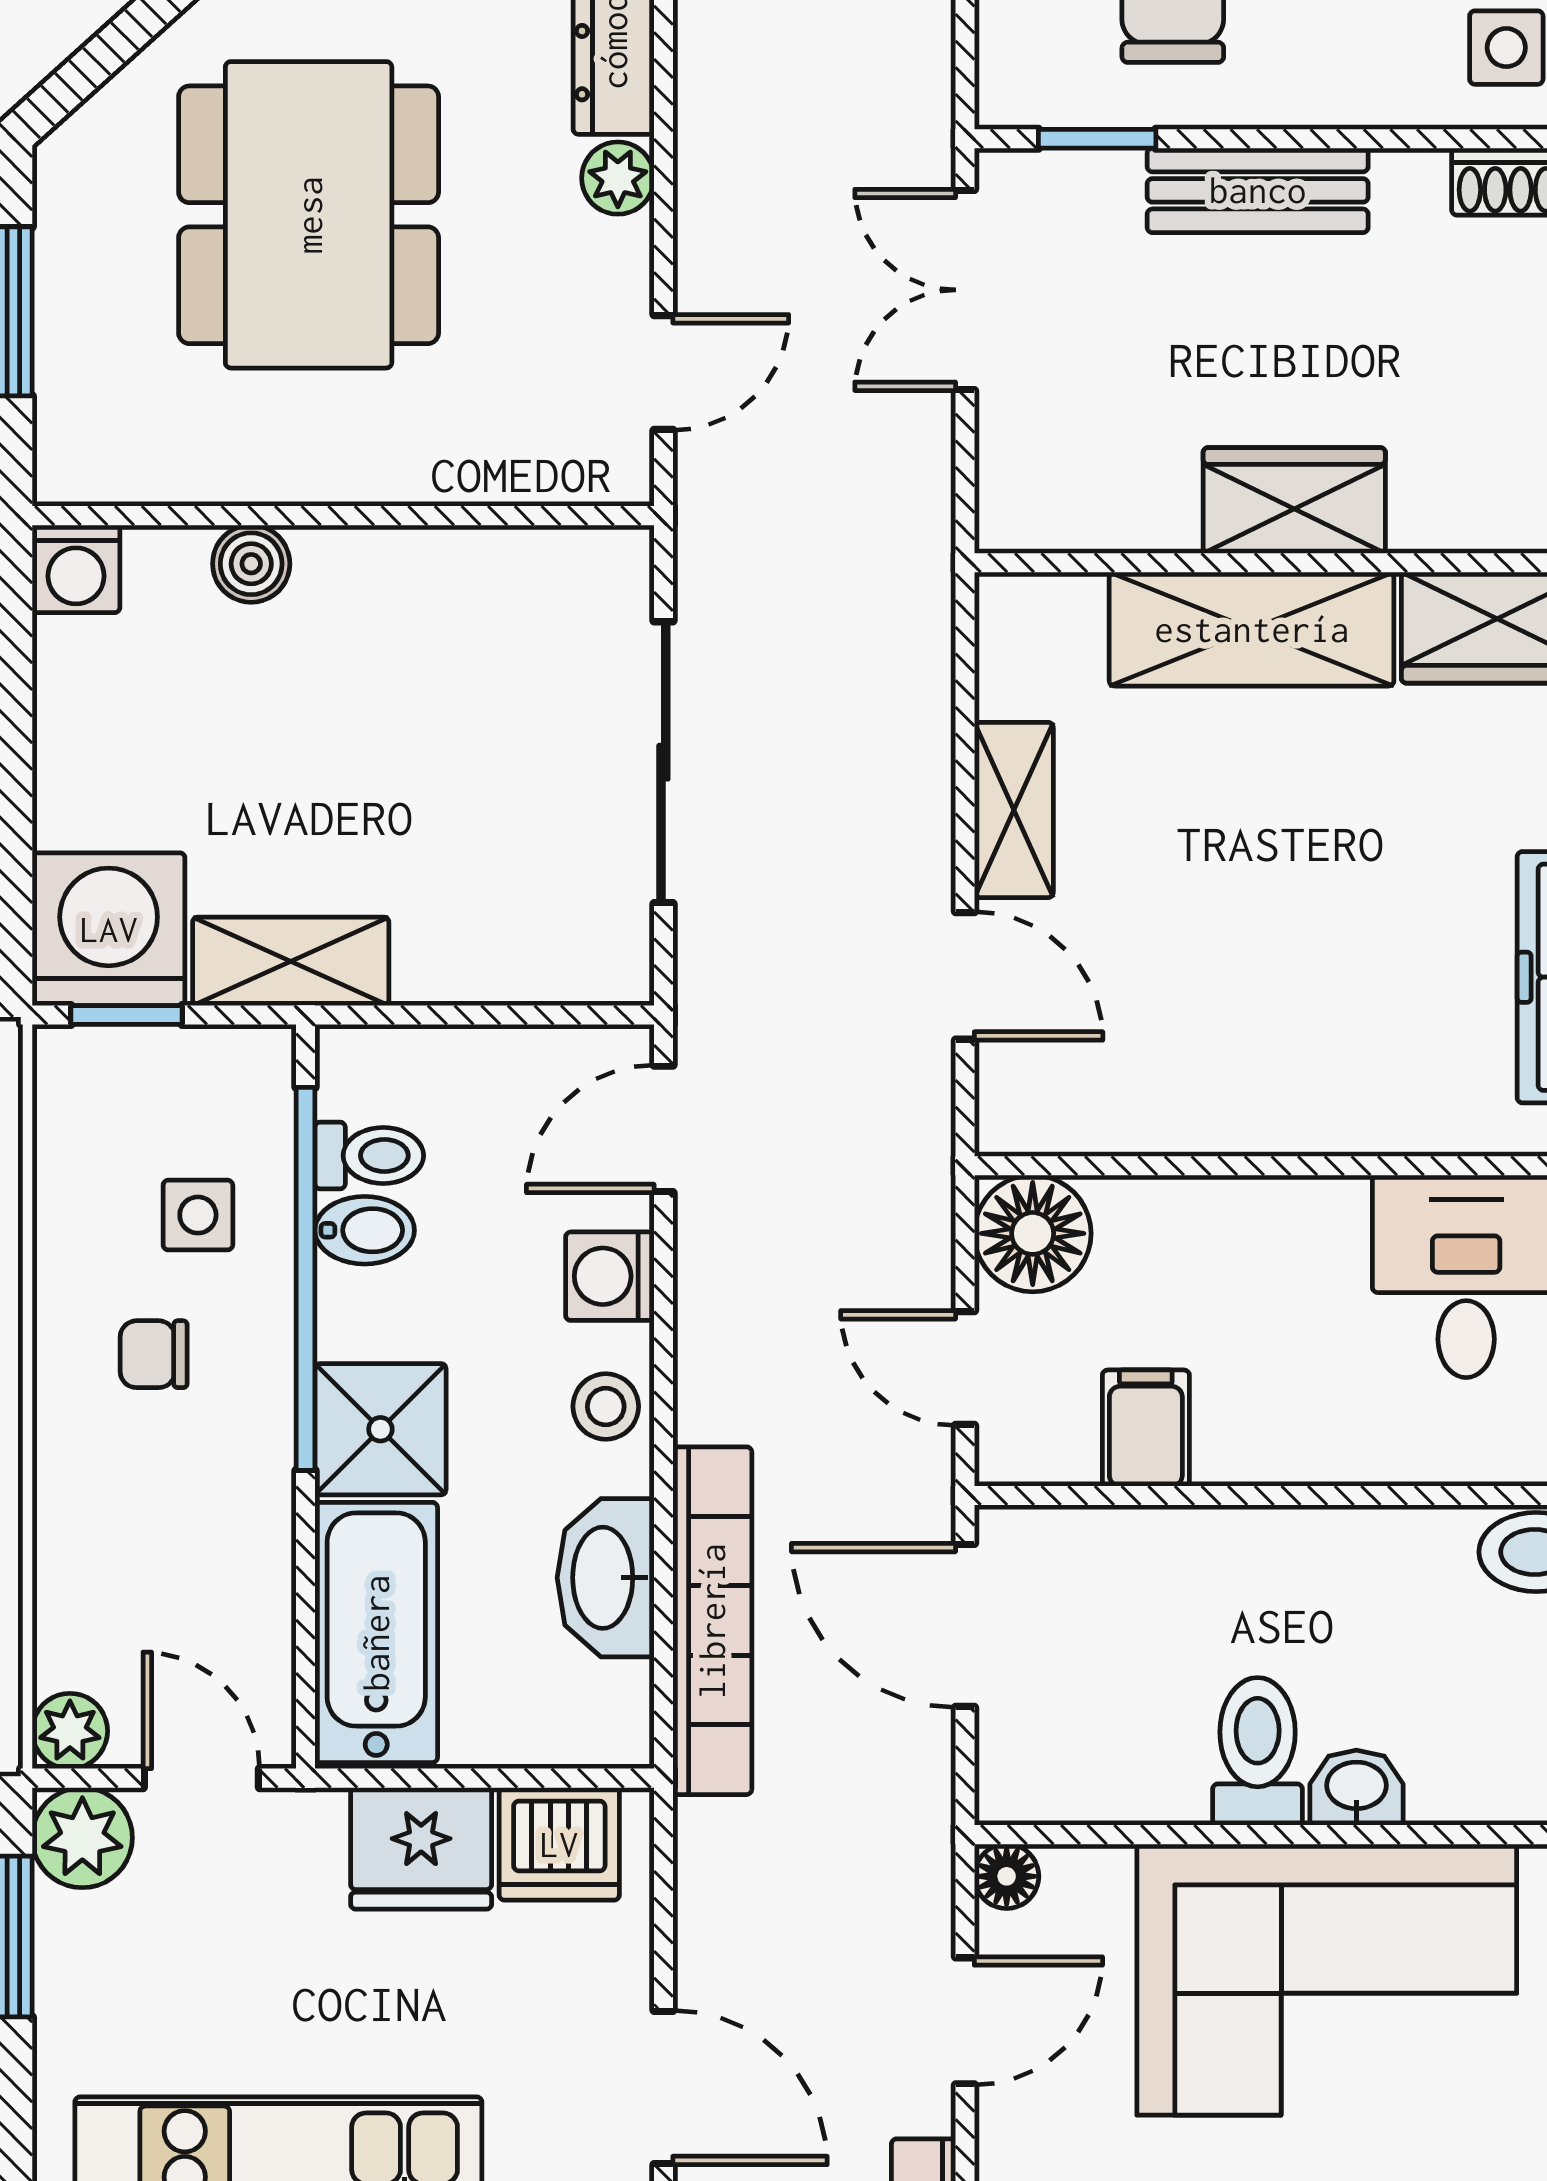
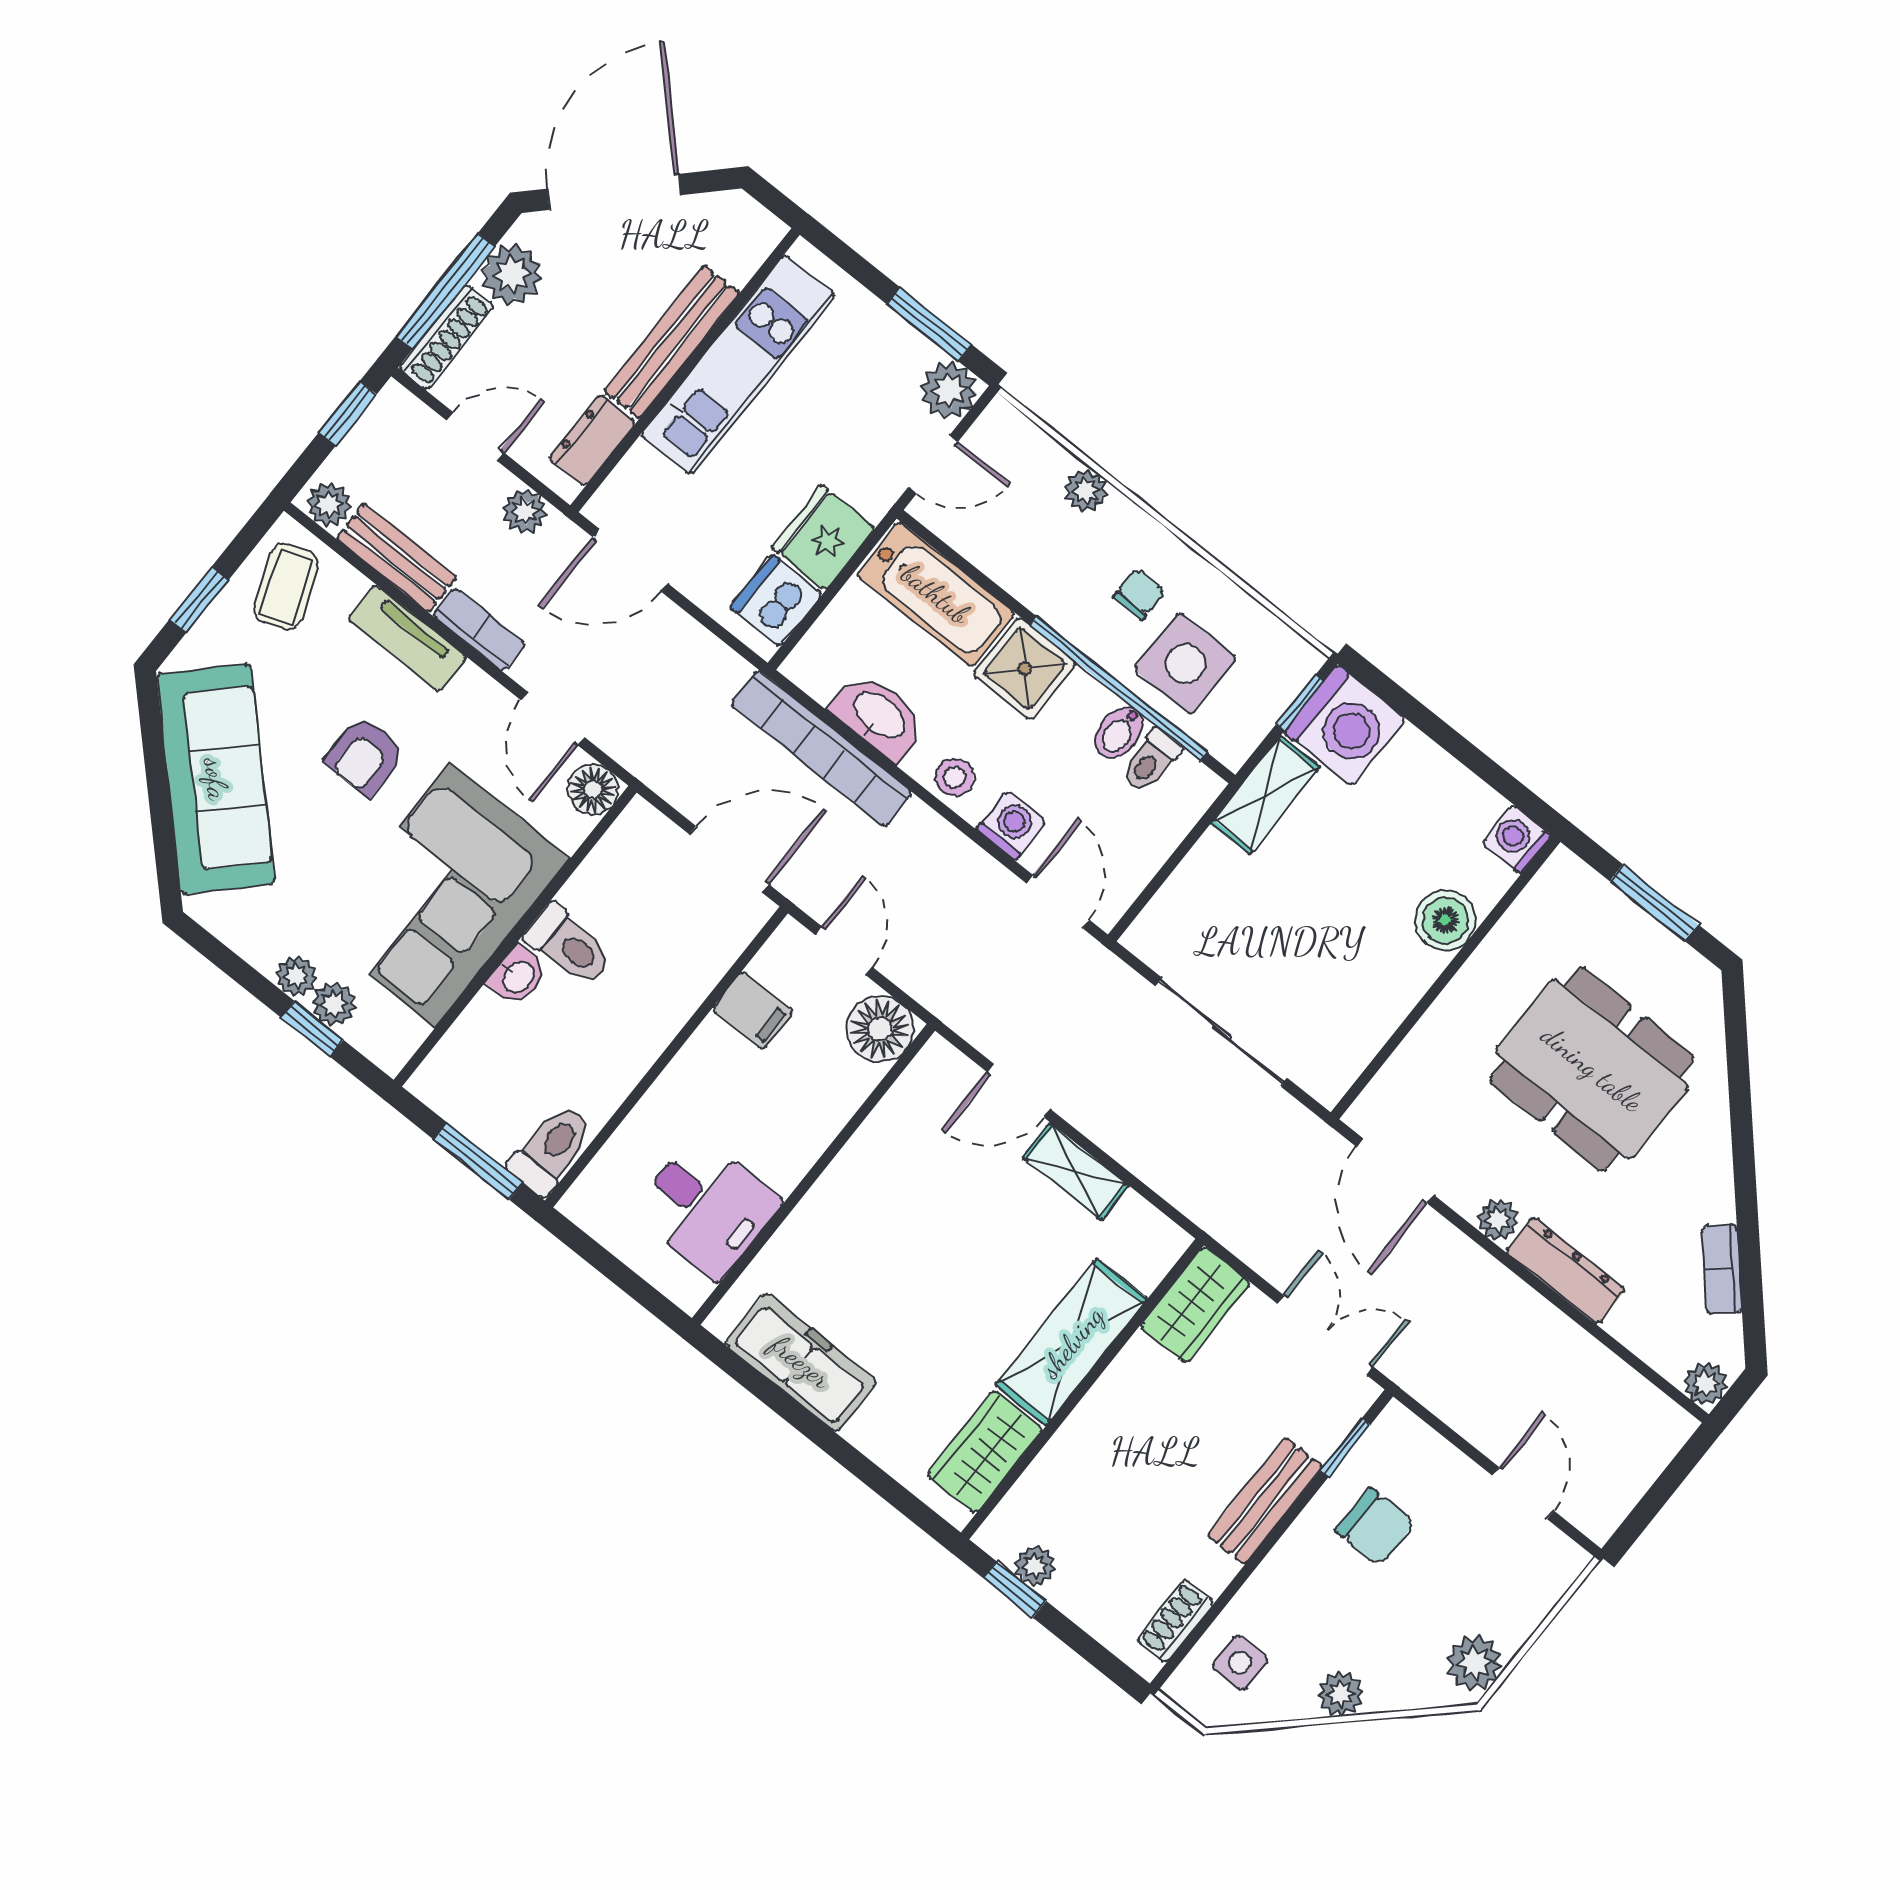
door: (663, 372) -> (1395, 1171), width x1.37
wardrobe: (1294, 500) -> (1195, 1305), moved
boiler: (251, 564) -> (1446, 920), width x1.36, depth x1.36
side table: (198, 1215) -> (1185, 663), width x1.87, depth x1.87
door: (965, 1368) -> (844, 951), hinge flipped
plant: (70, 1731) -> (1086, 490), moved
floor lamp: (1007, 1876) -> (593, 790), width x1.37, depth x1.37

